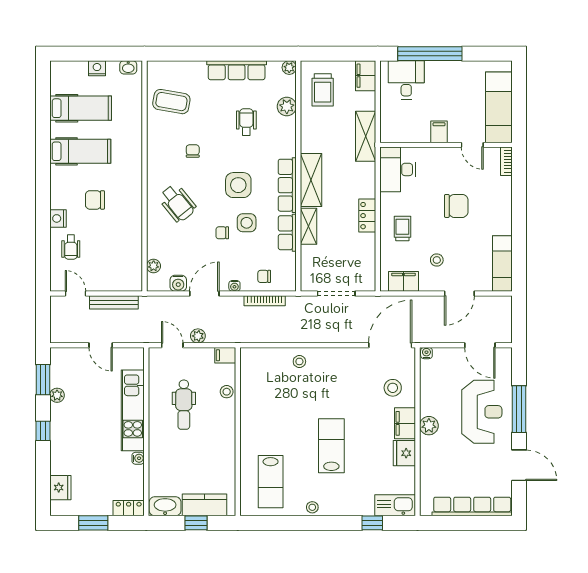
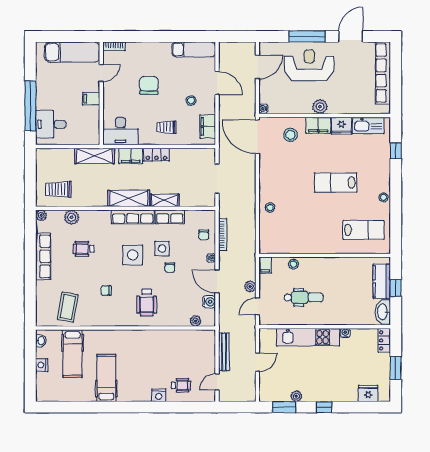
filing cabinet: (366, 76) -> (131, 156), moved
trolley: (323, 90) -> (59, 189), turned 180
hospital bed: (81, 108) -> (73, 354), moved, turned 180
chair: (95, 200) -> (144, 367), removed
wheelchair: (177, 203) -> (147, 302), turned 129
kitchen sink: (395, 505) -> (368, 125), moved, turned -90

